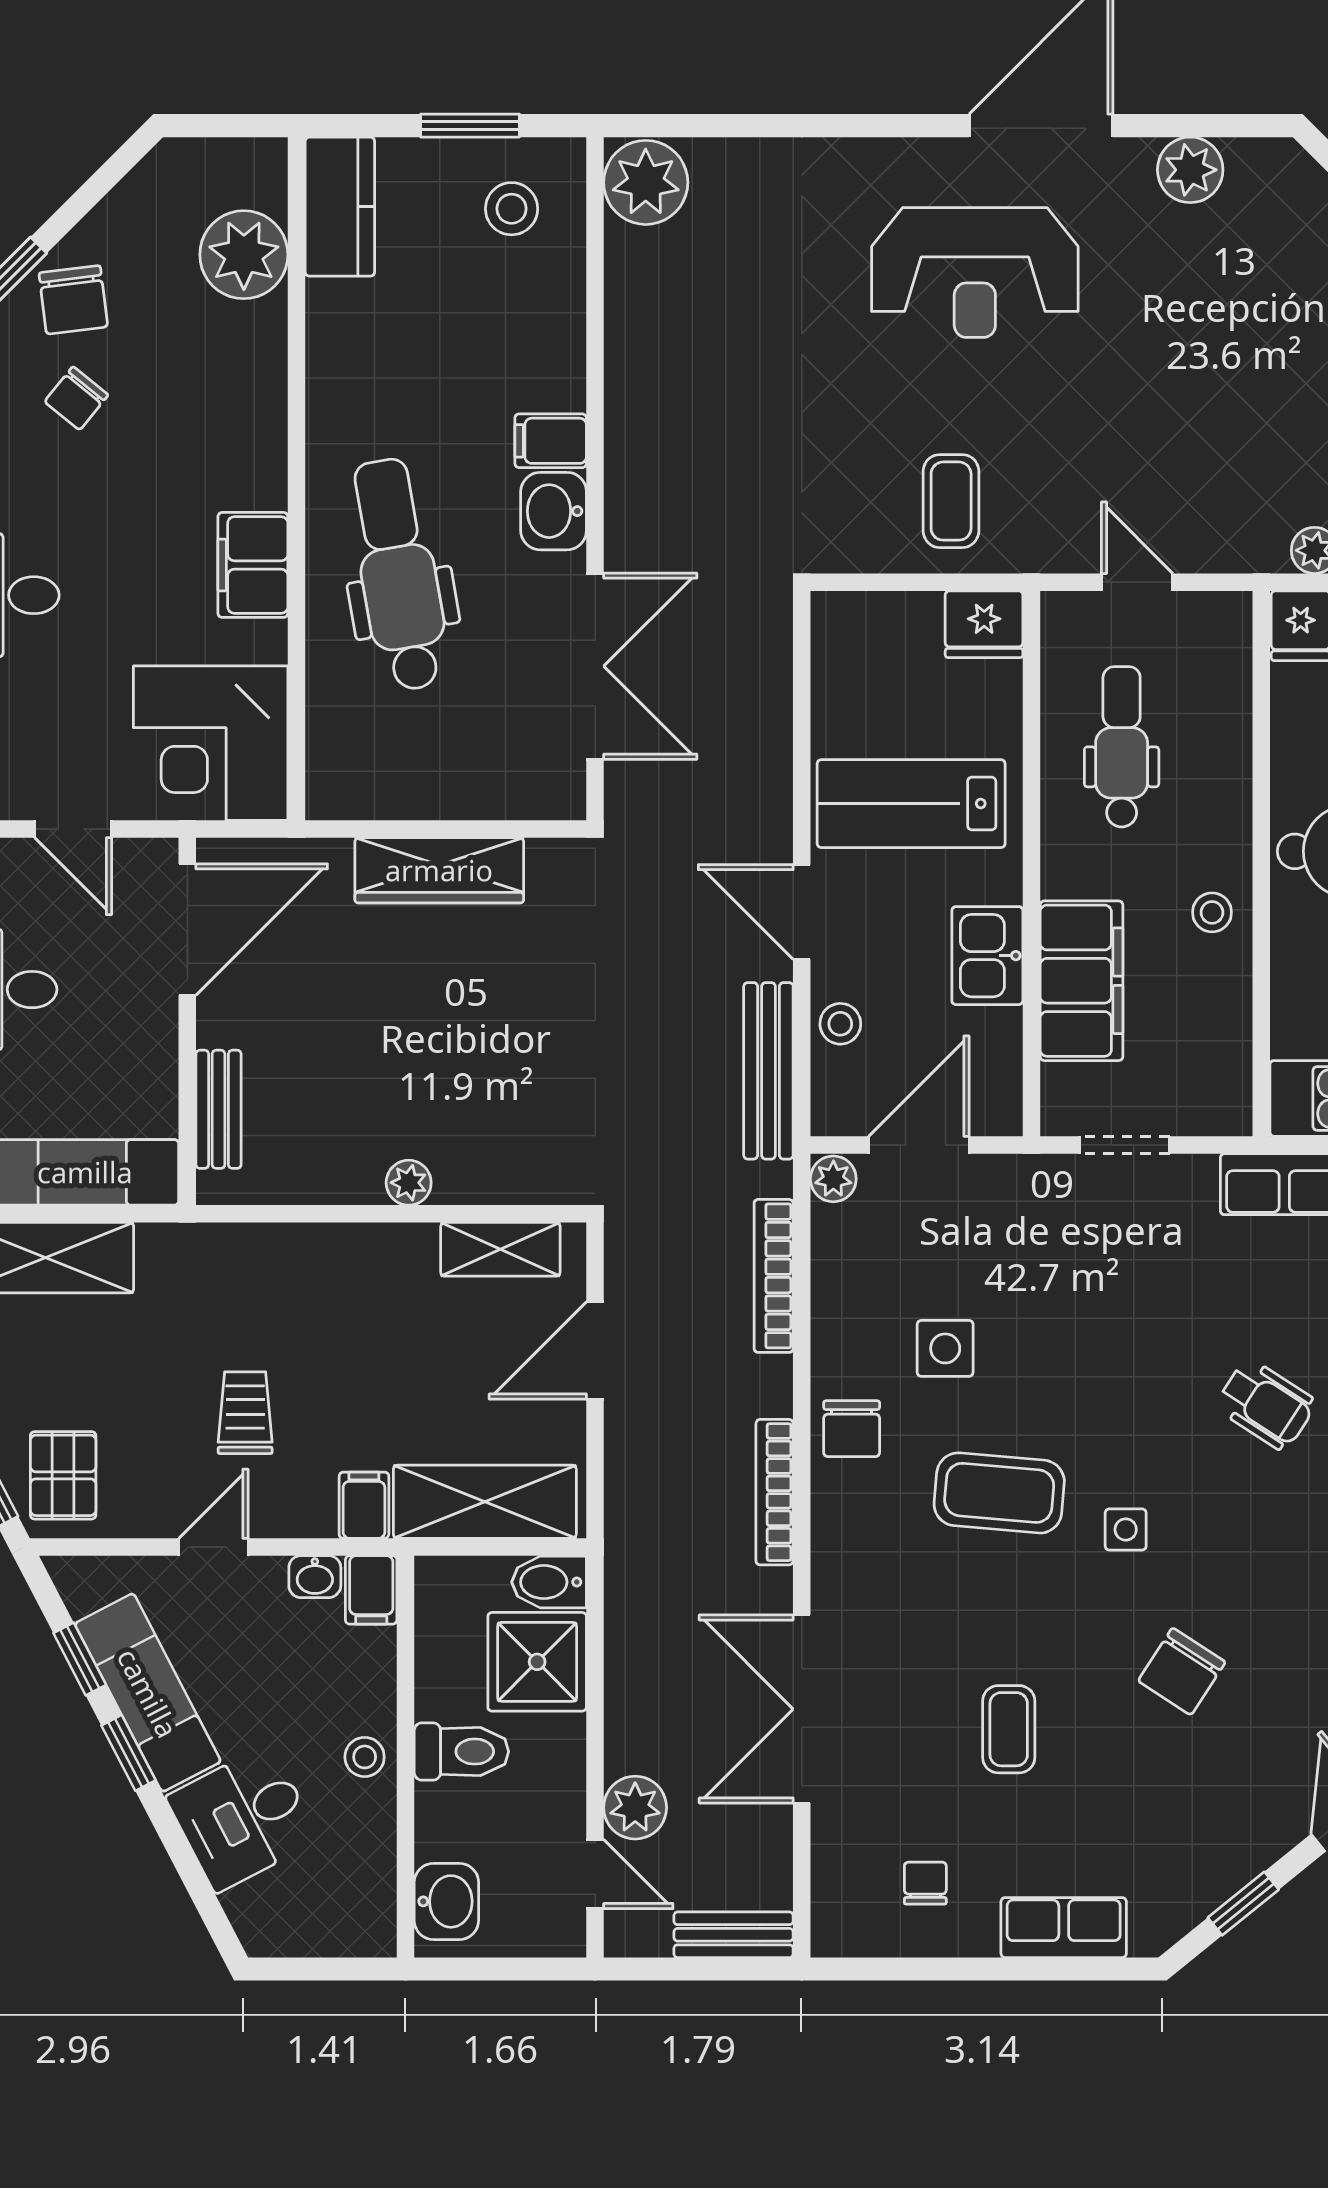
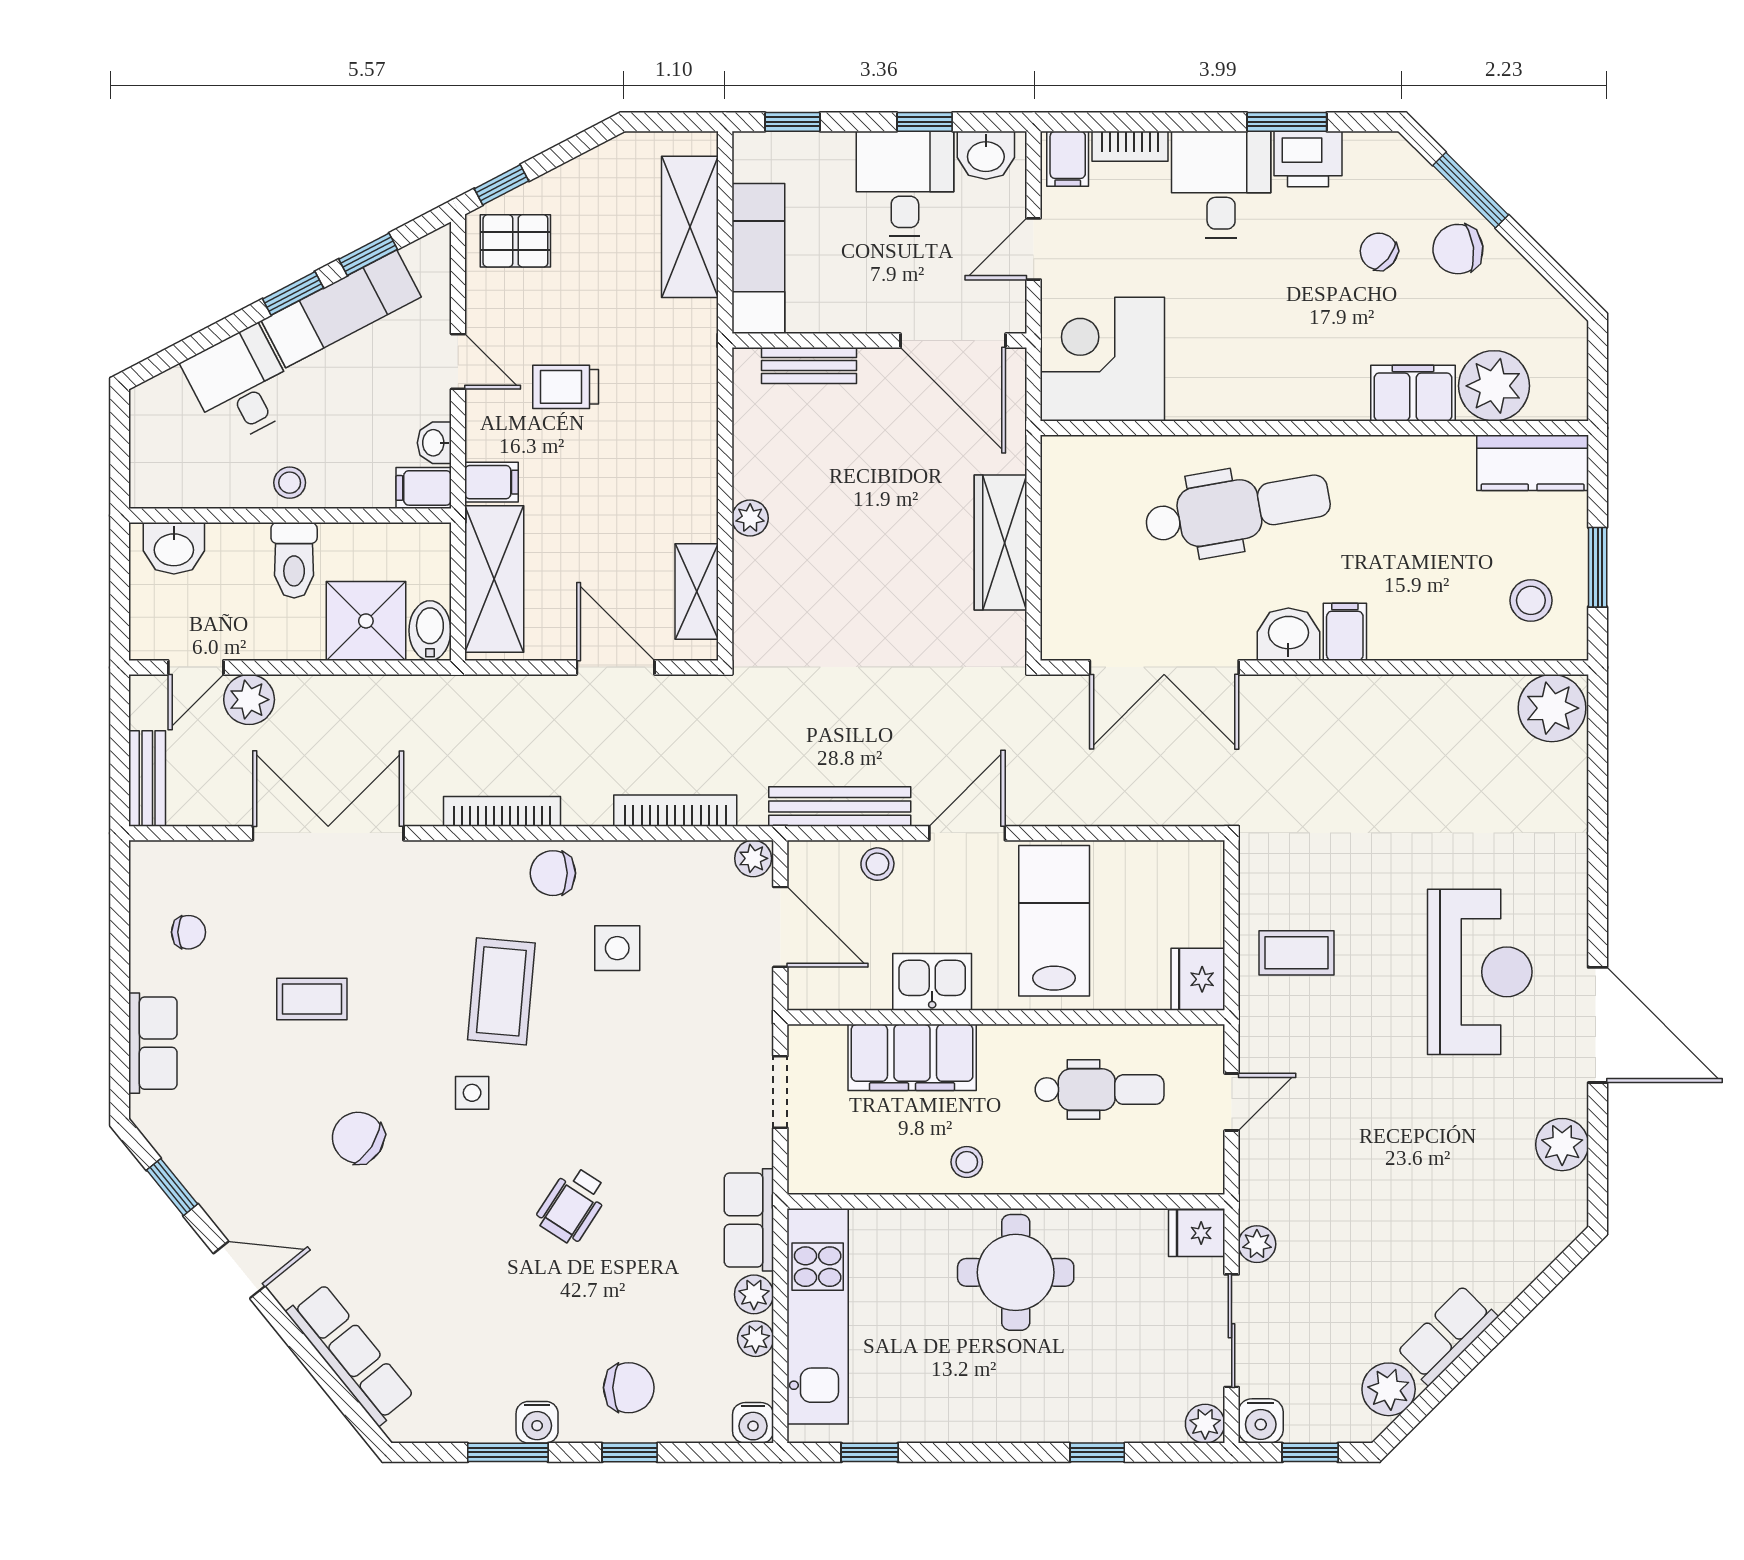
reception desk: (975, 272) -> (1480, 972), turned 180
filing cabinet: (253, 565) -> (1413, 393), moved
trolley: (245, 1413) -> (566, 387), turned 180

